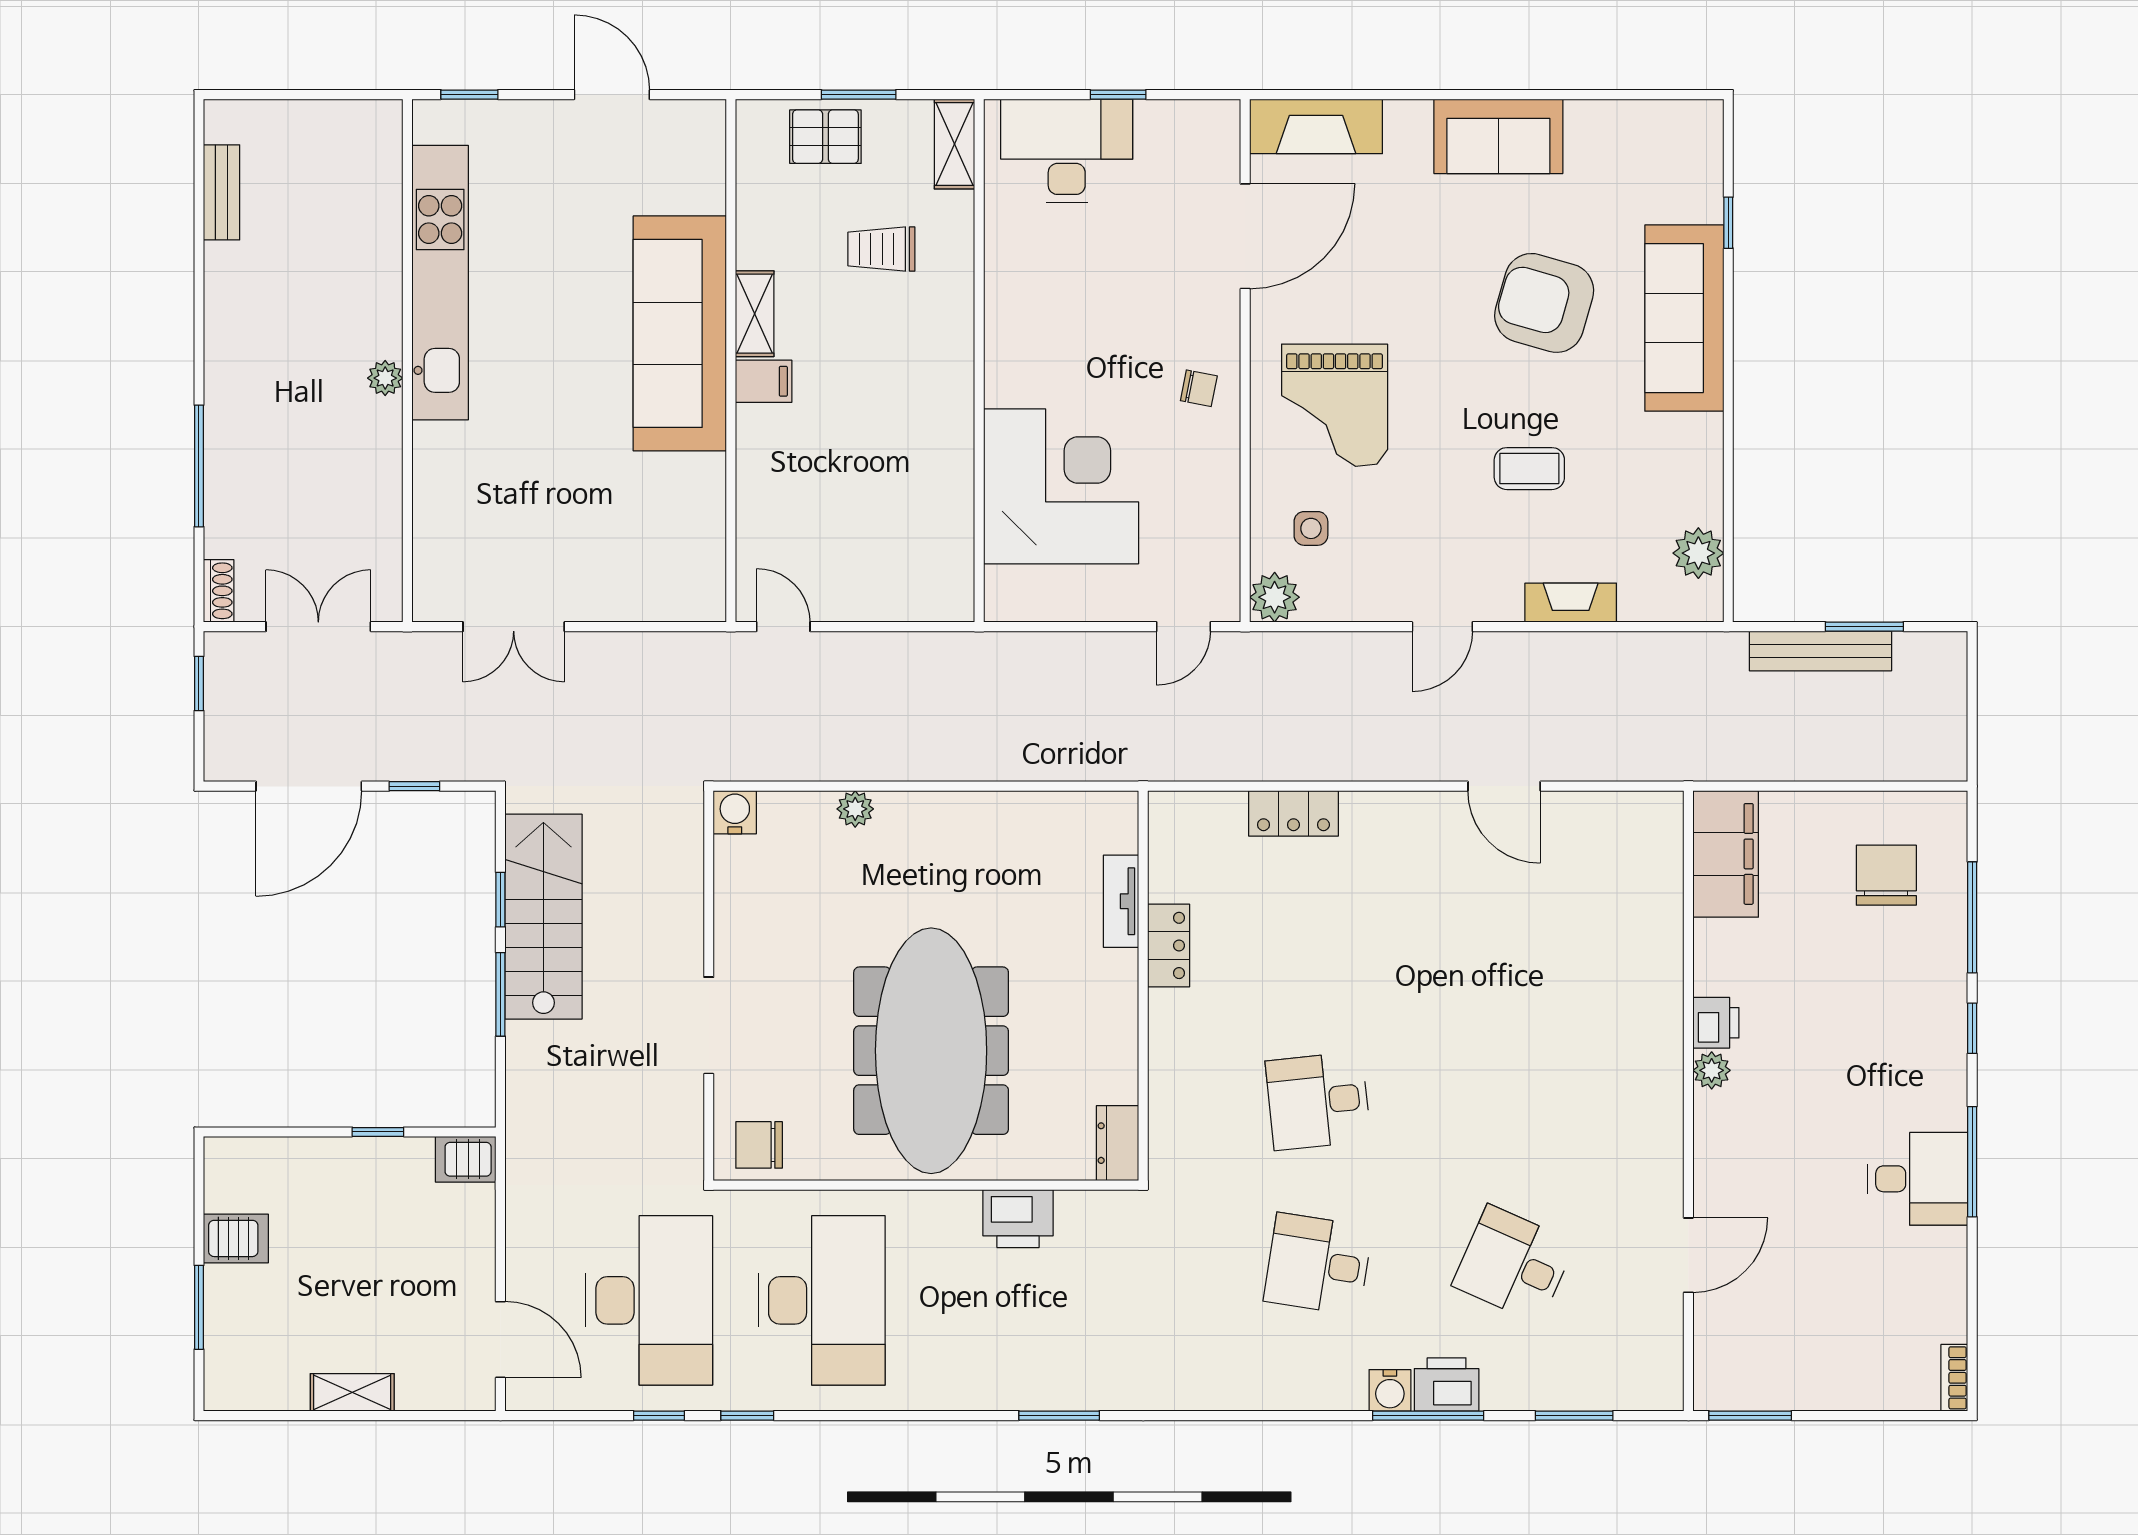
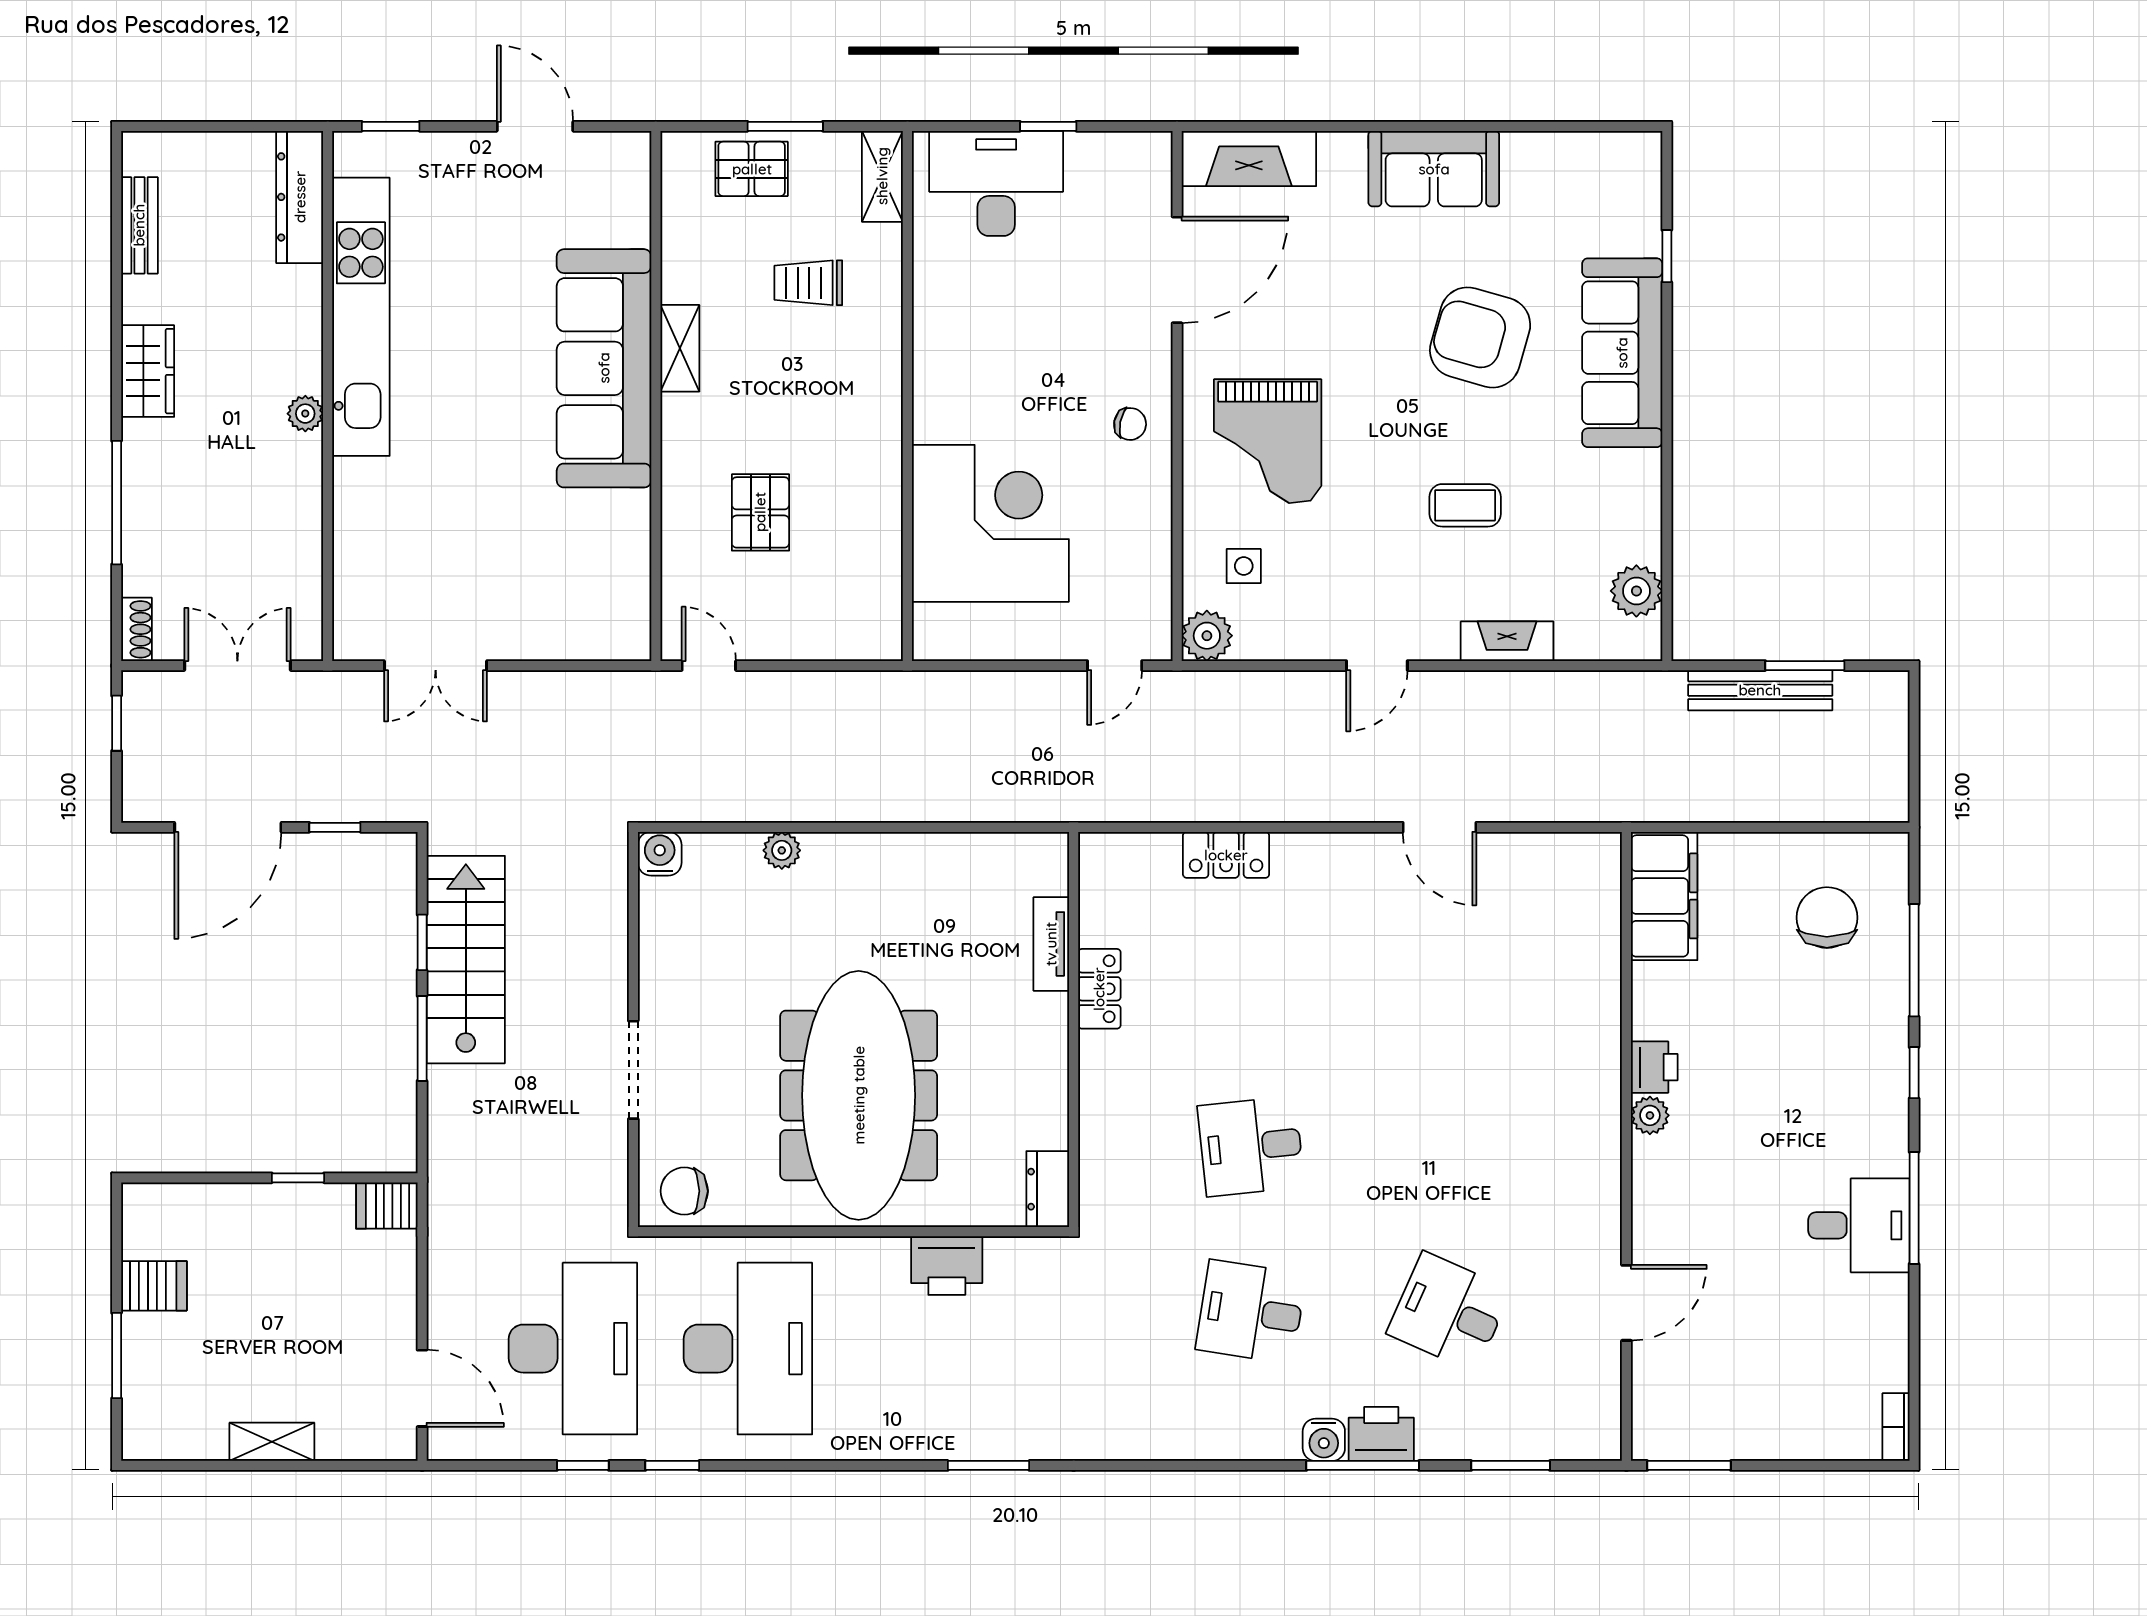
dresser: (380, 164) -> (300, 197), added
wardrobe: (230, 336) -> (148, 371), added
filing cabinet: (764, 381) -> (689, 417), removed
pallet: (834, 476) -> (760, 512), added

